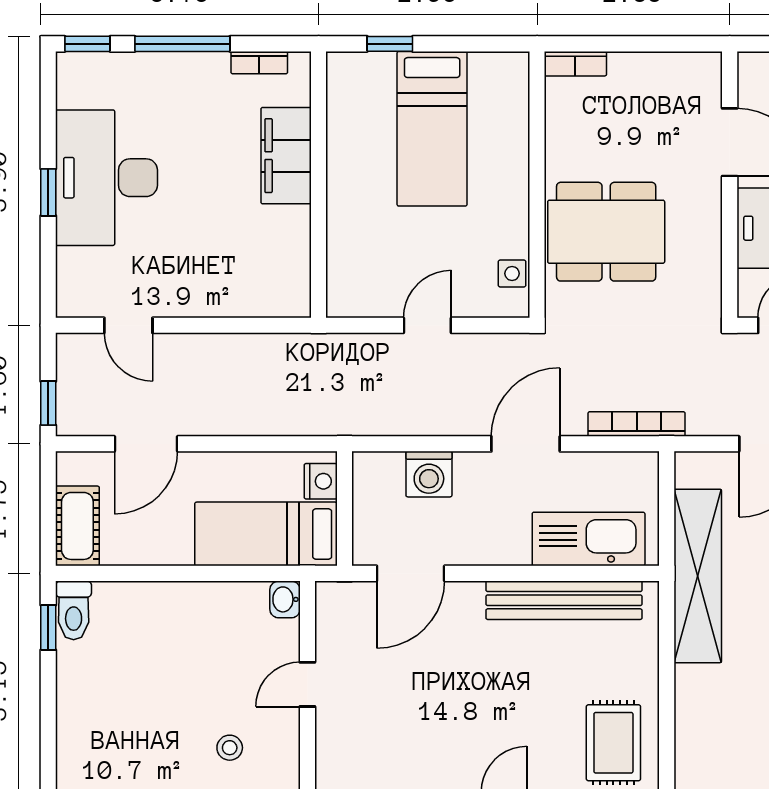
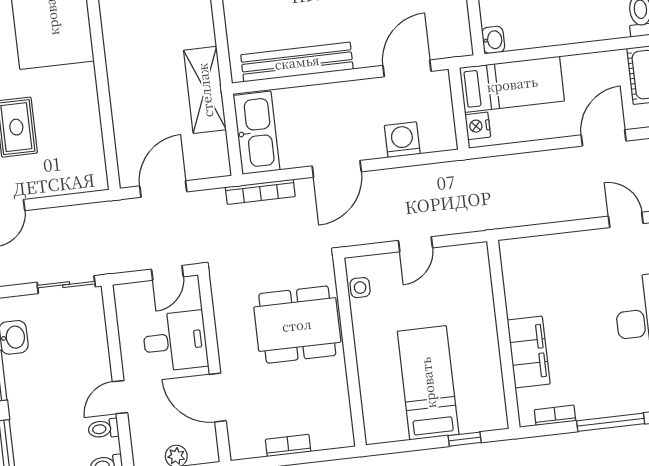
bookcase: (575, 64) -> (288, 445), moved
kitchen sink: (589, 539) -> (257, 133), moved, turned -90
shelving: (698, 576) -> (205, 90), width x0.68

